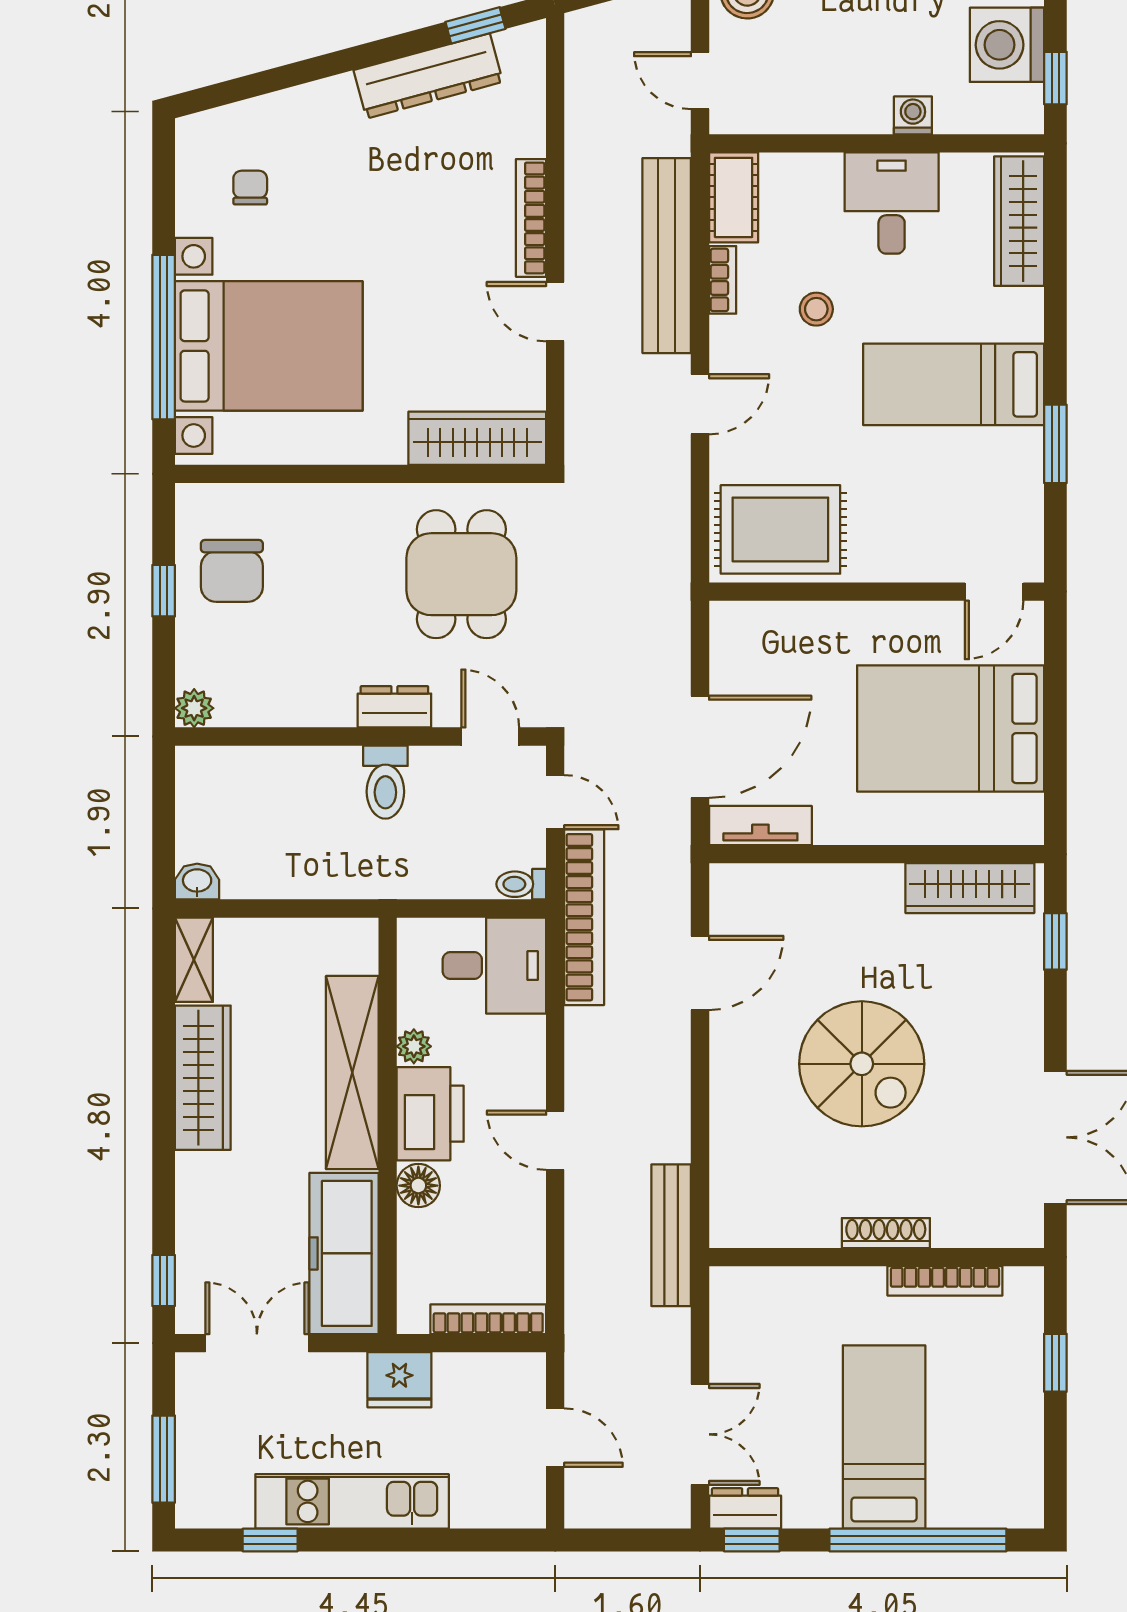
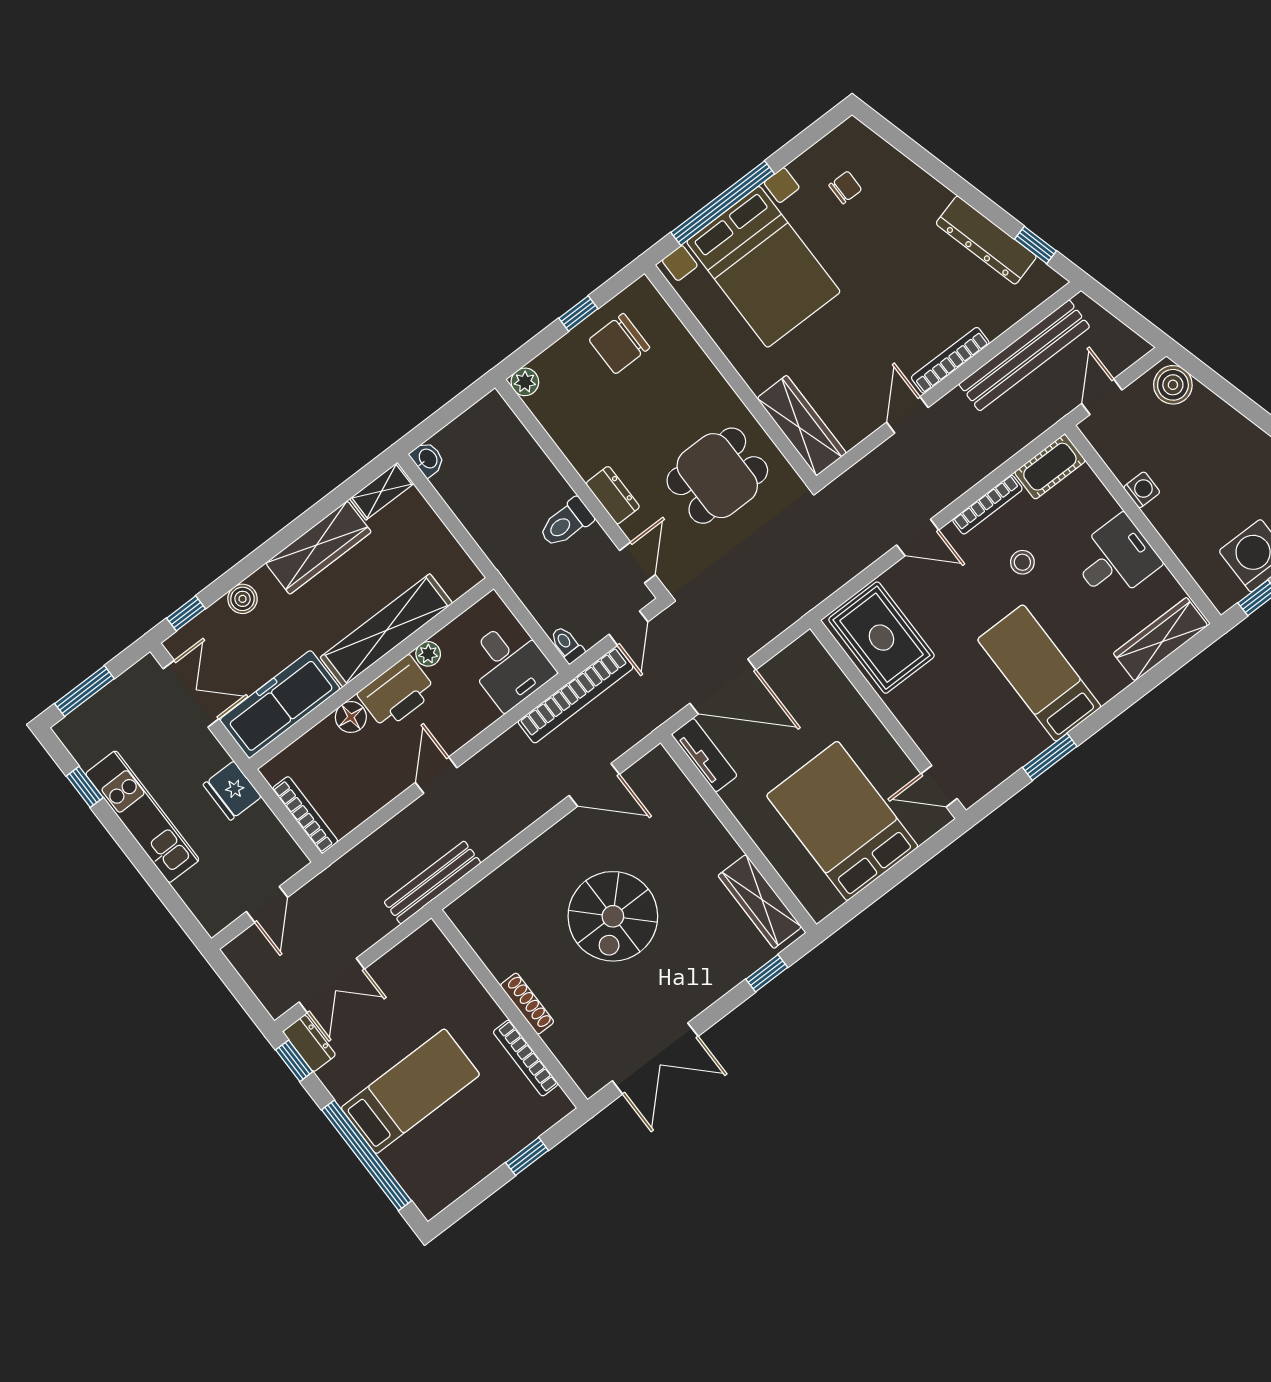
washing machine: (913, 115) -> (1142, 490), moved
bench: (667, 256) -> (1024, 355), moved
bookcase: (723, 280) -> (987, 505), width x1.56
boiler: (195, 1206) -> (243, 599), added

